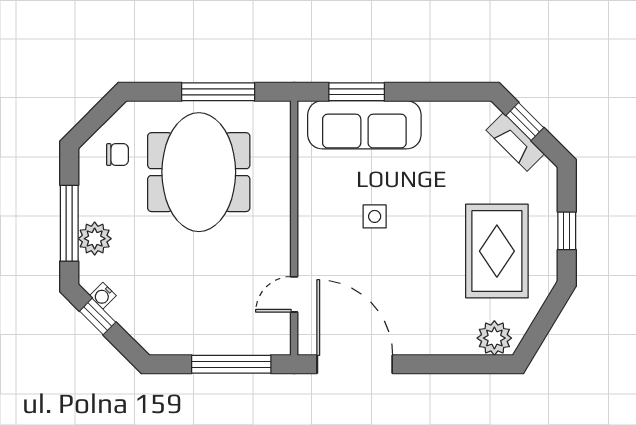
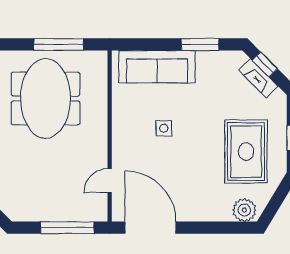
window: (357, 92) -> (200, 44), moved

